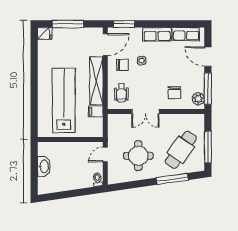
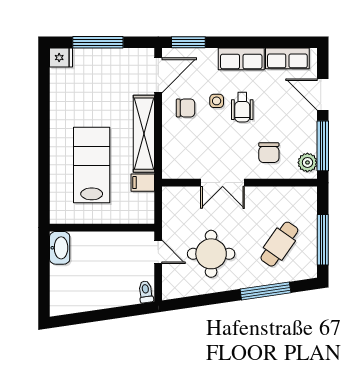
wheelchair: (121, 93) -> (242, 107), moved
lab bench: (64, 100) -> (92, 165), width x0.73
cafe table: (181, 150) -> (279, 244), width x0.73, depth x0.74
door: (105, 155) -> (158, 252), swing flipped
washbasin: (44, 166) -> (60, 248), moved

